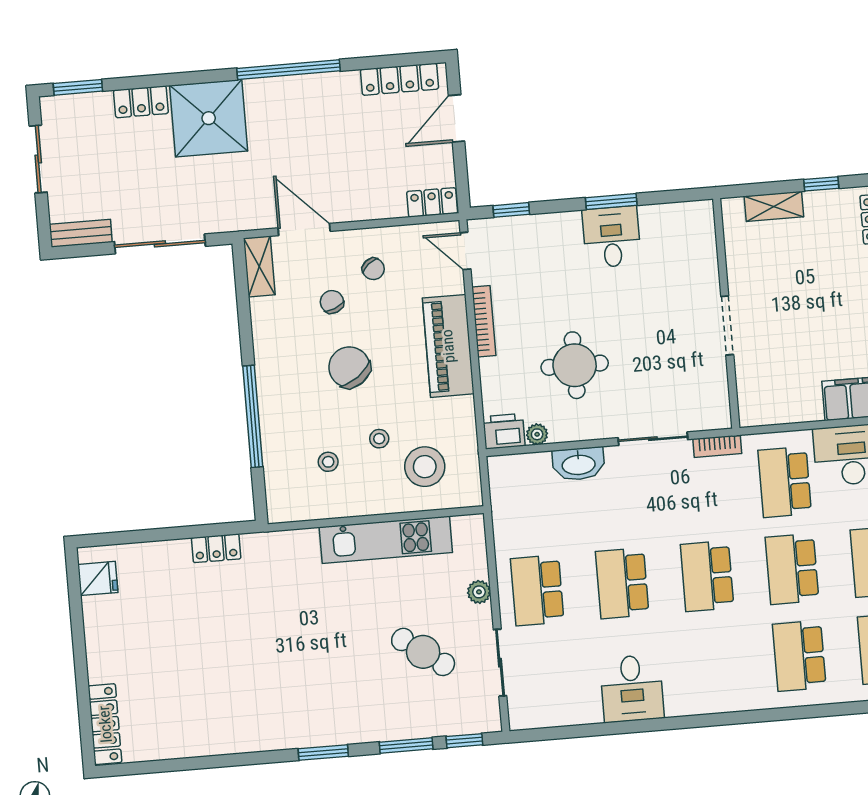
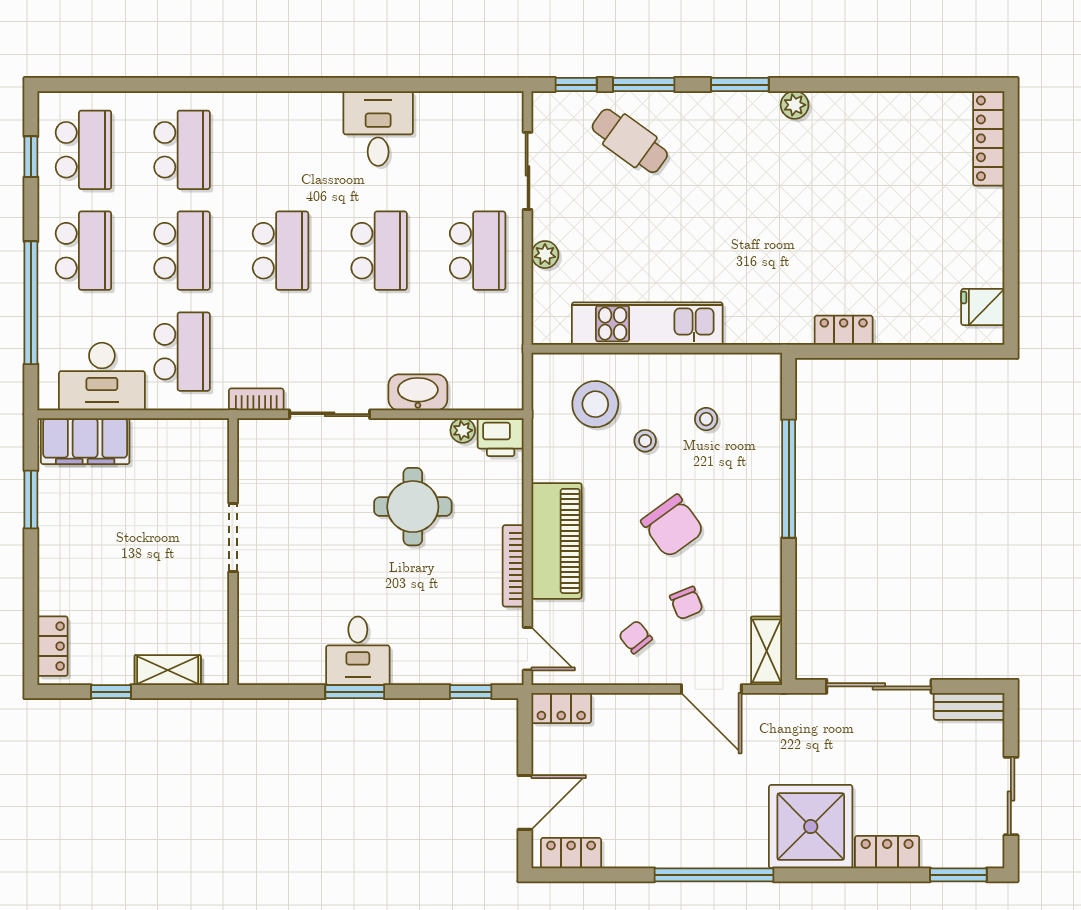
locker: (399, 79) -> (571, 853), width x0.66
cafe table: (423, 652) -> (630, 141), moved
plant: (275, 739) -> (795, 105), added

